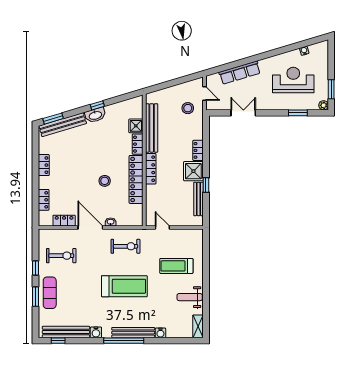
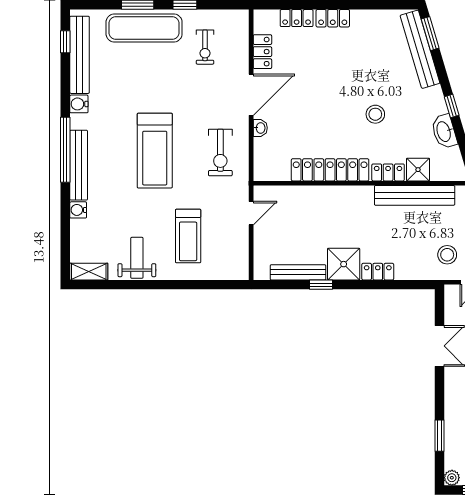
washbasin: (95, 115) -> (444, 131), moved
locker: (44, 165) -> (333, 18), moved
locker: (151, 169) -> (348, 194), removed
stool: (105, 181) -> (375, 114), moved
exercise bike: (61, 256) -> (205, 47), width x0.73, depth x0.72
treadmill: (176, 266) -> (188, 236), turned 180
exercise mat: (50, 293) -> (144, 28), width x1.36, depth x1.45

